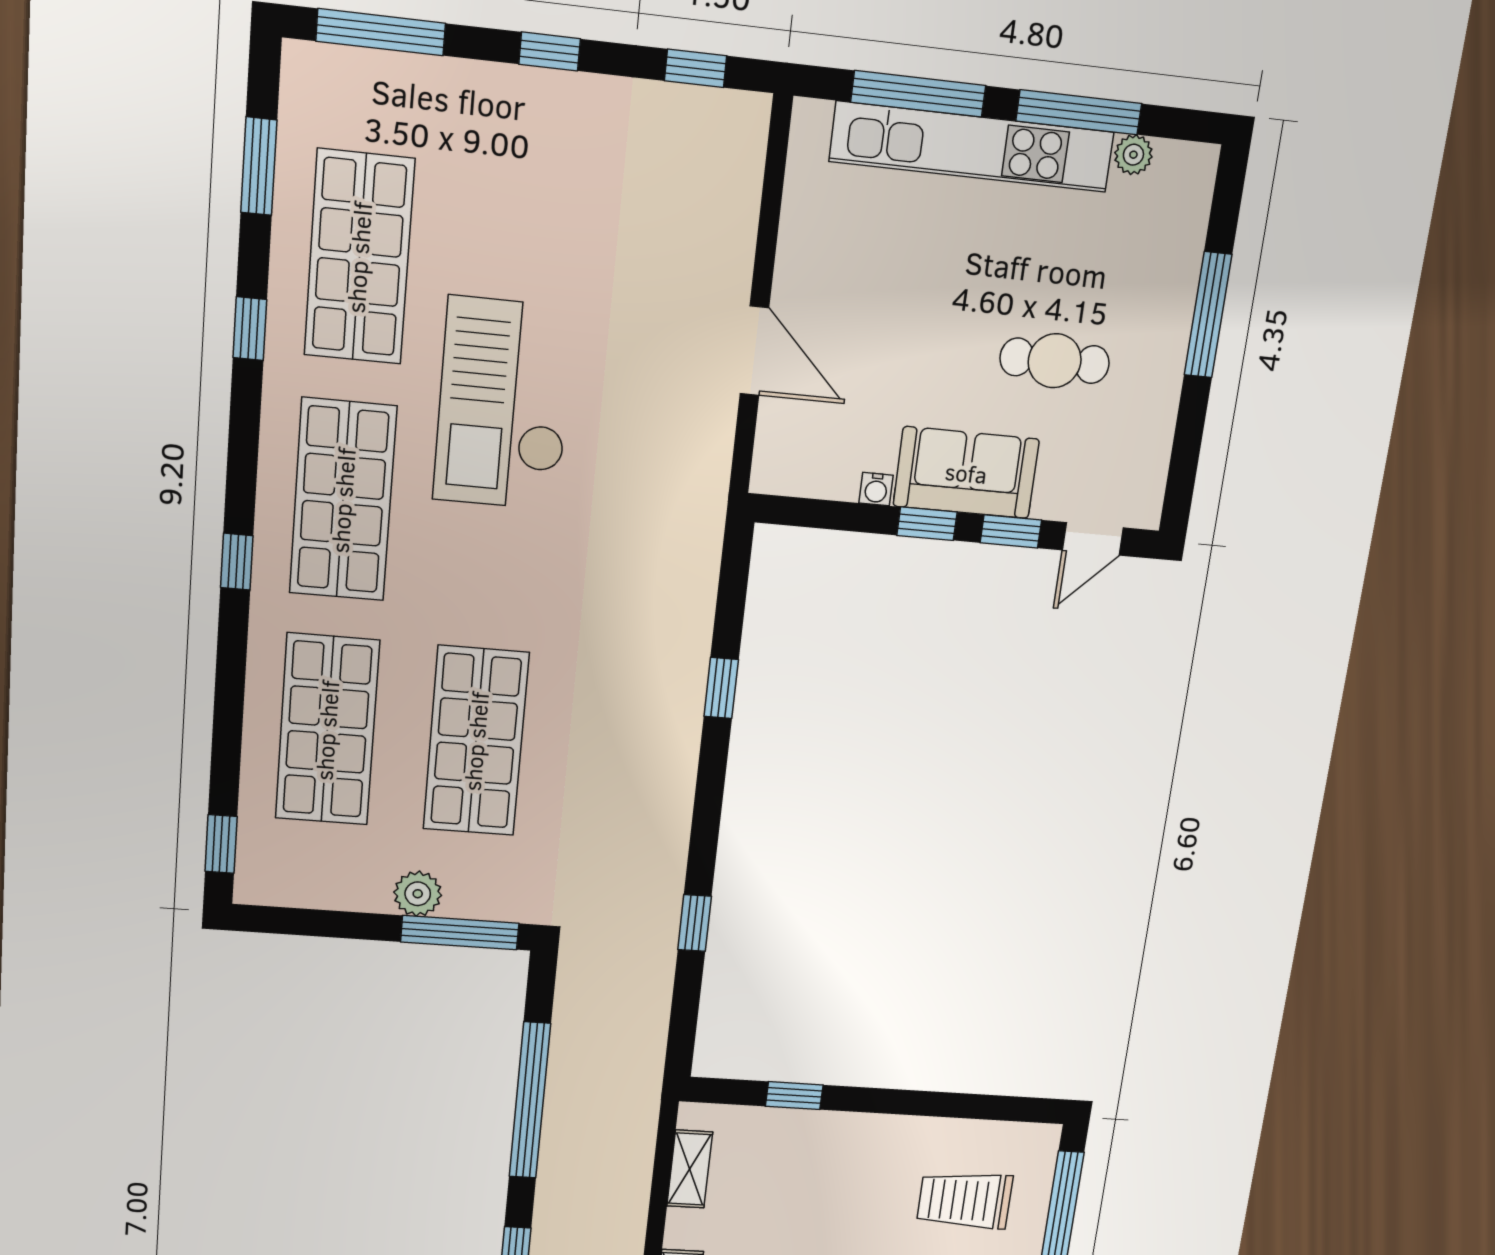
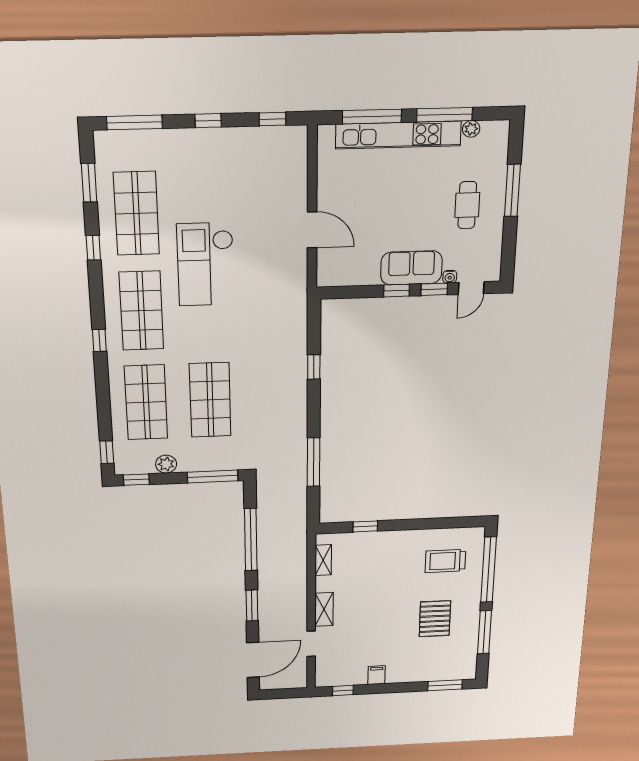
cafe table: (1055, 361) -> (467, 205), moved, turned 90
water cooler: (876, 489) -> (450, 277), moved
plant: (418, 894) -> (166, 464), moved
window: (282, 921) -> (136, 480), added
window: (695, 923) -> (314, 462), width x2.17

